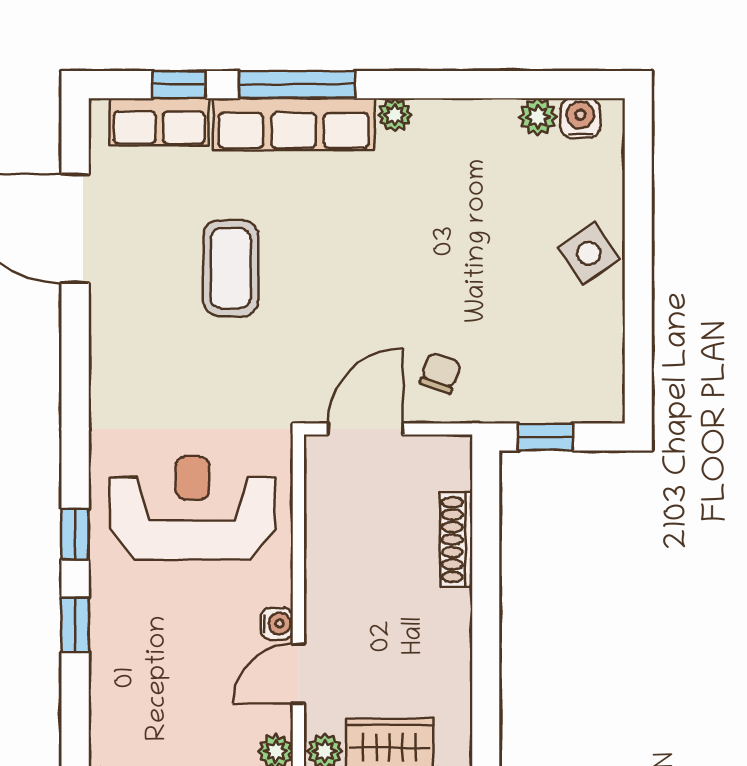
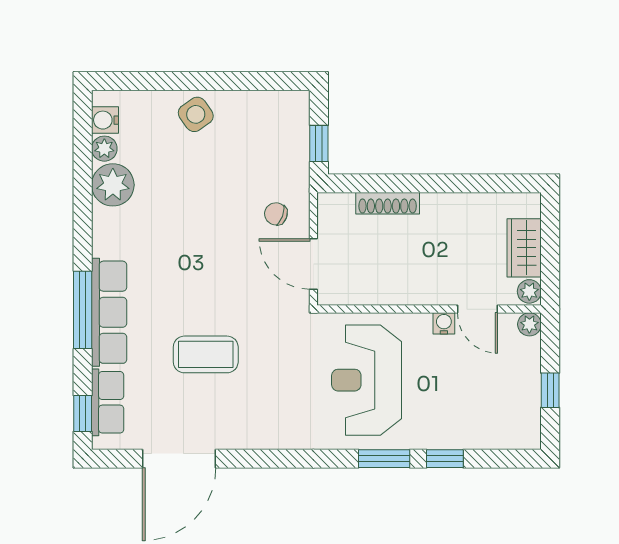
window: (179, 85) -> (83, 414), moved
plant: (395, 115) -> (113, 185), moved, width x1.88, depth x1.88
window: (75, 534) -> (384, 459), width x1.50

